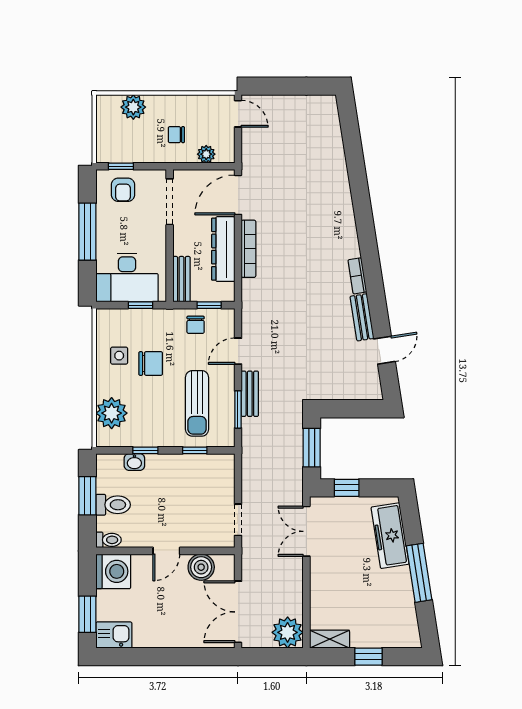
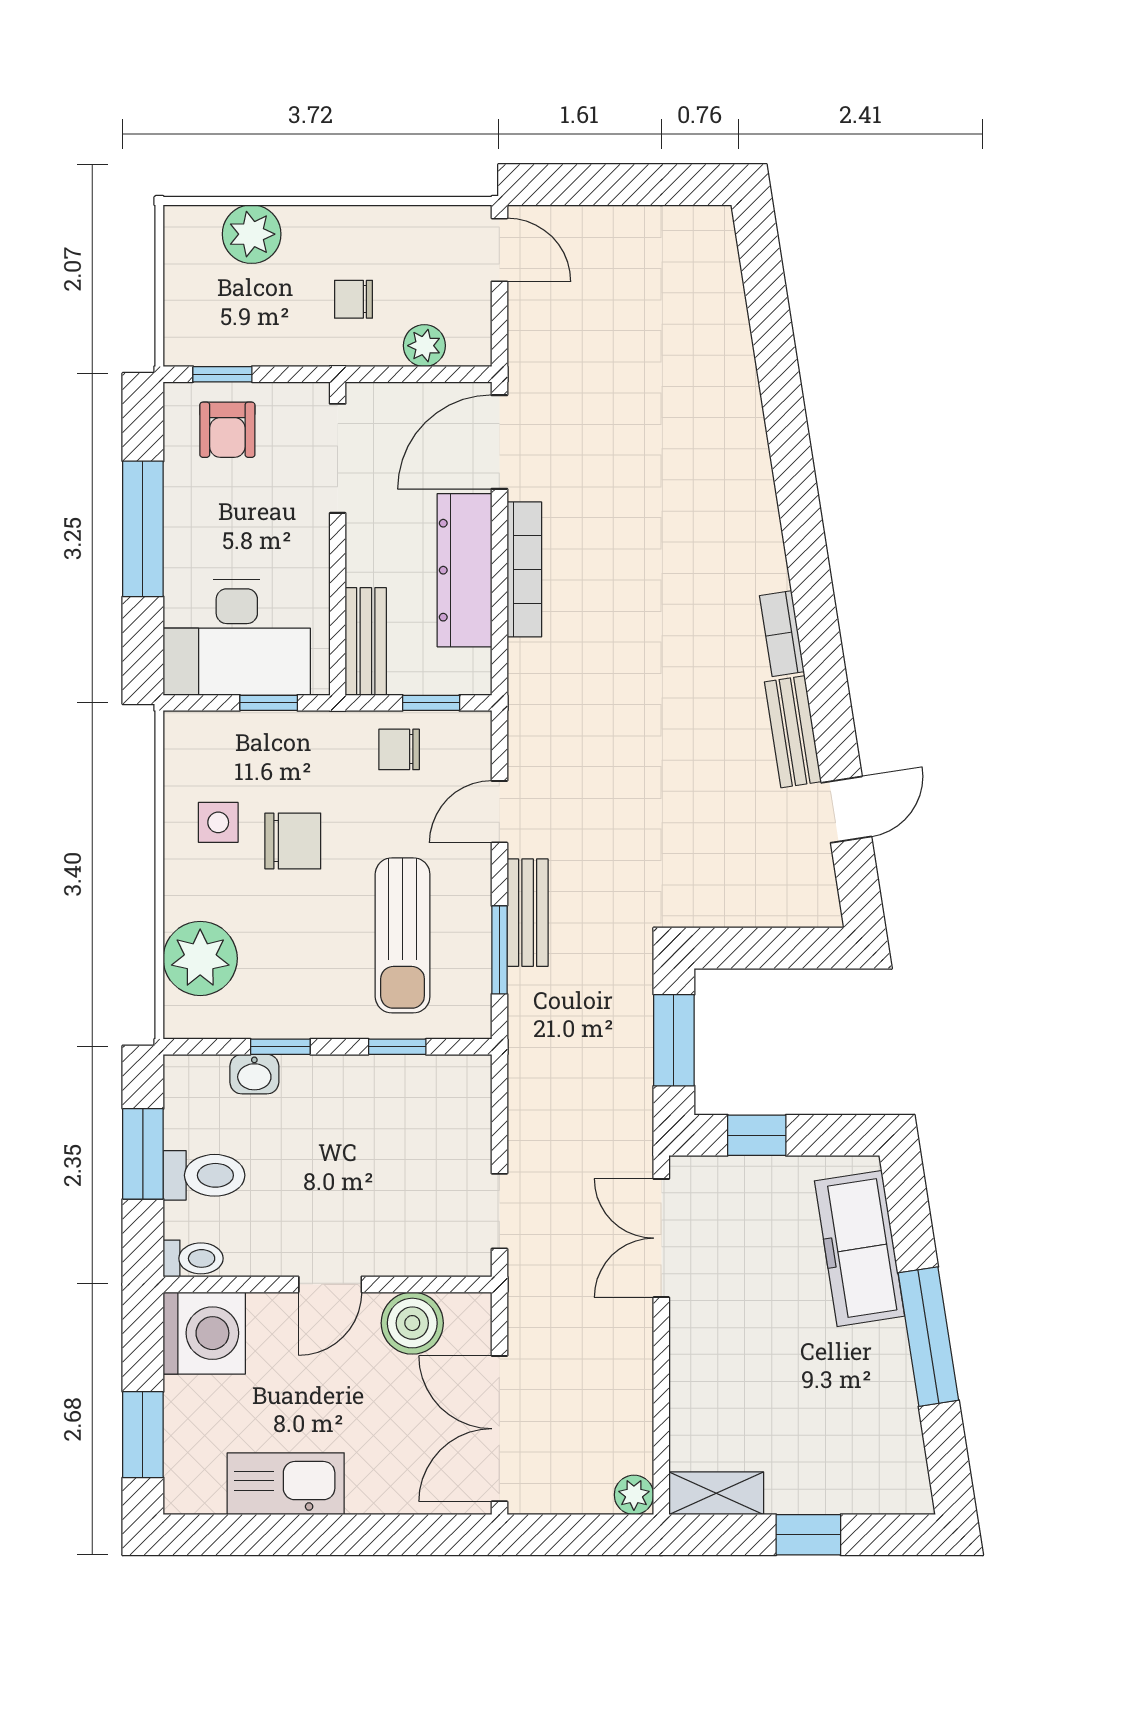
chair: (196, 325) -> (399, 749), turned 90
plant: (288, 632) -> (634, 1495), width x0.53, depth x0.53
kitchen sink: (114, 635) -> (286, 1484), moved, width x1.38

